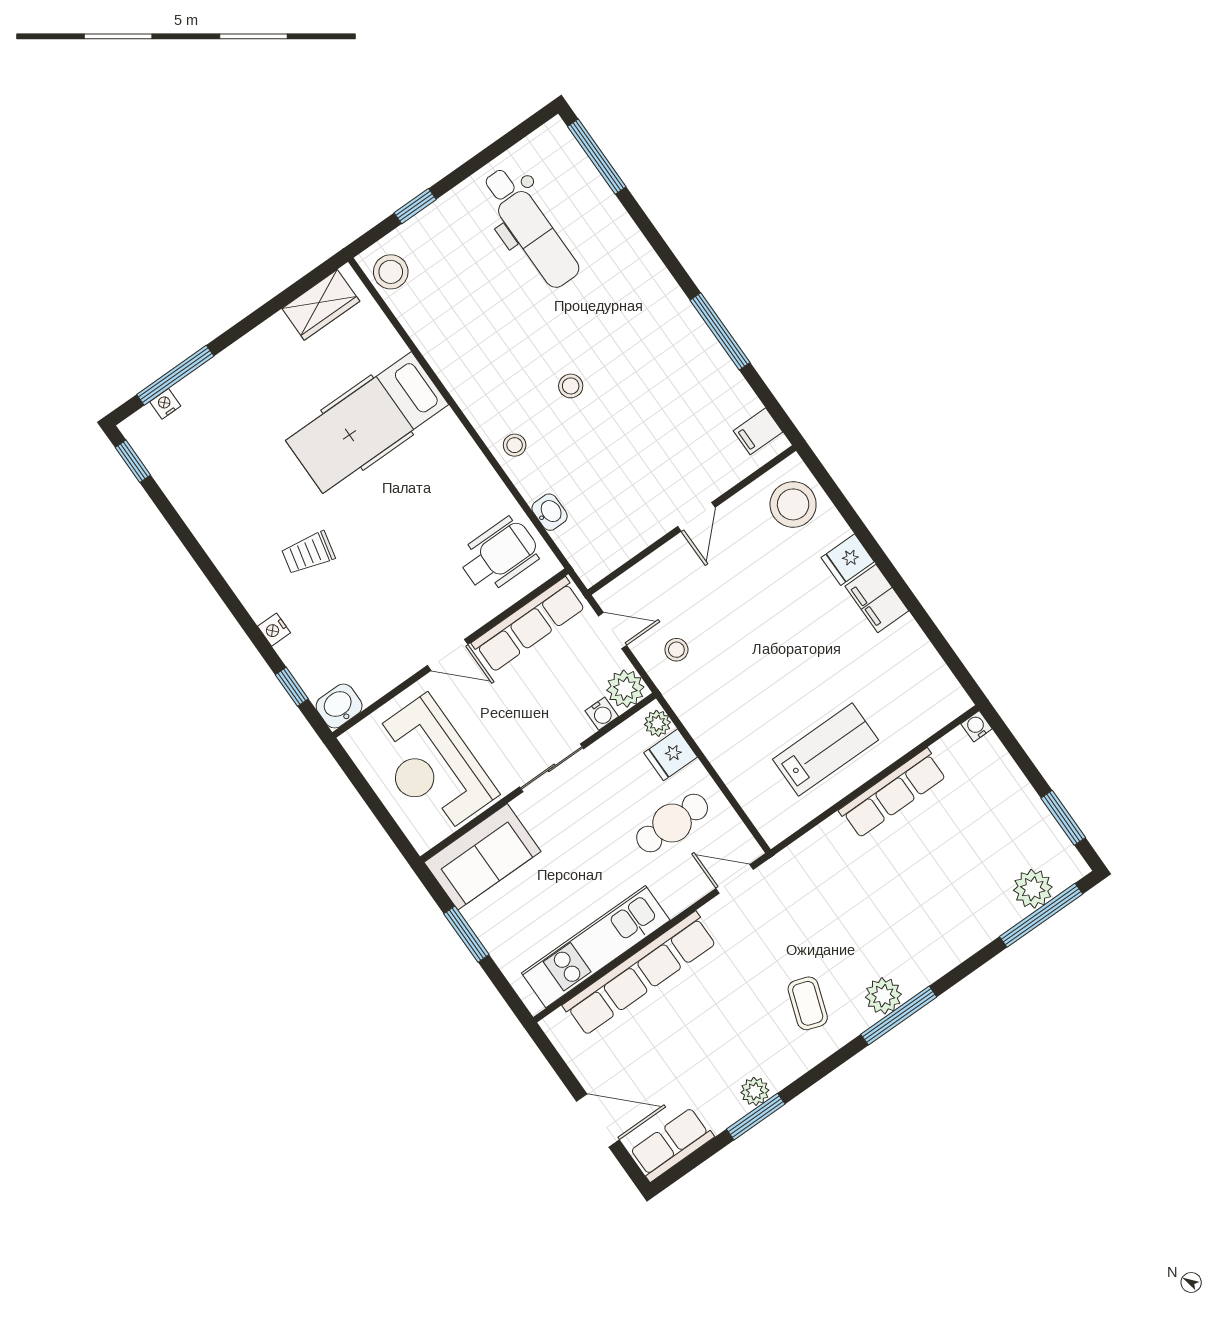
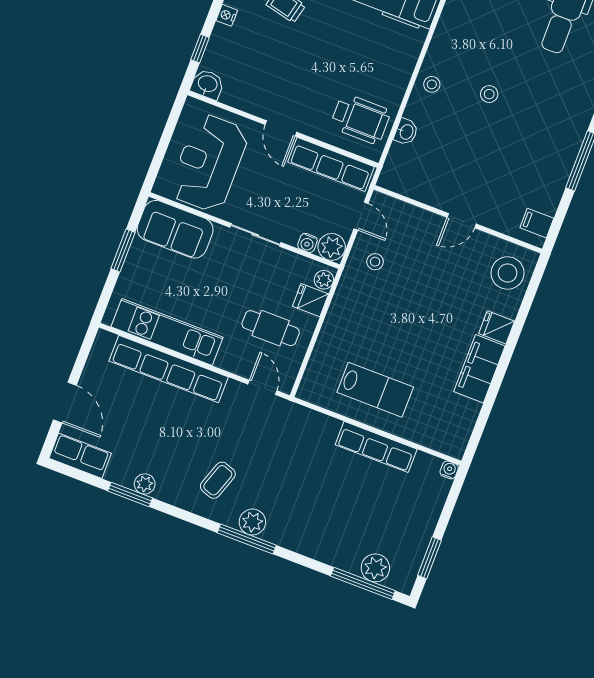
filing cabinet: (877, 598) -> (479, 369), width x1.50, depth x1.17

